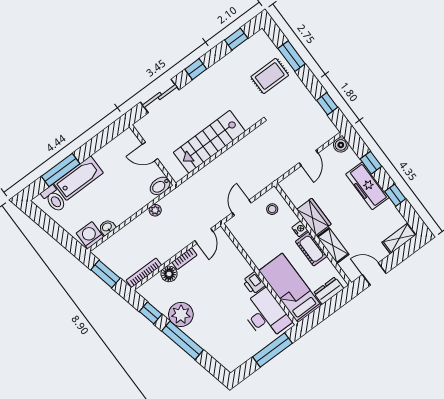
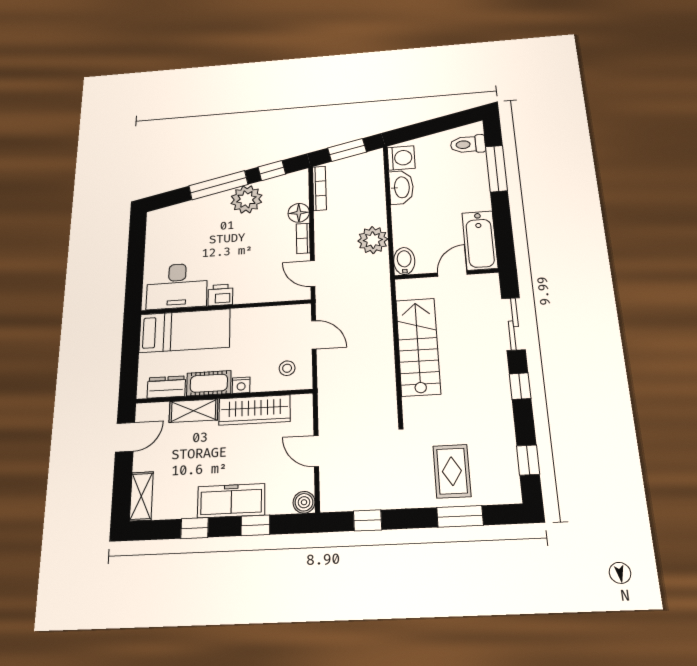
bathtub: (78, 178) -> (480, 240), moved
plant: (155, 210) -> (373, 240), width x1.87, depth x1.87
wardrobe: (314, 217) -> (255, 410), width x1.50
washbasin: (107, 227) -> (401, 187), width x1.91, depth x1.45
dresser: (329, 291) -> (166, 387), moved, turned -90
window: (272, 350) -> (135, 270), removed

